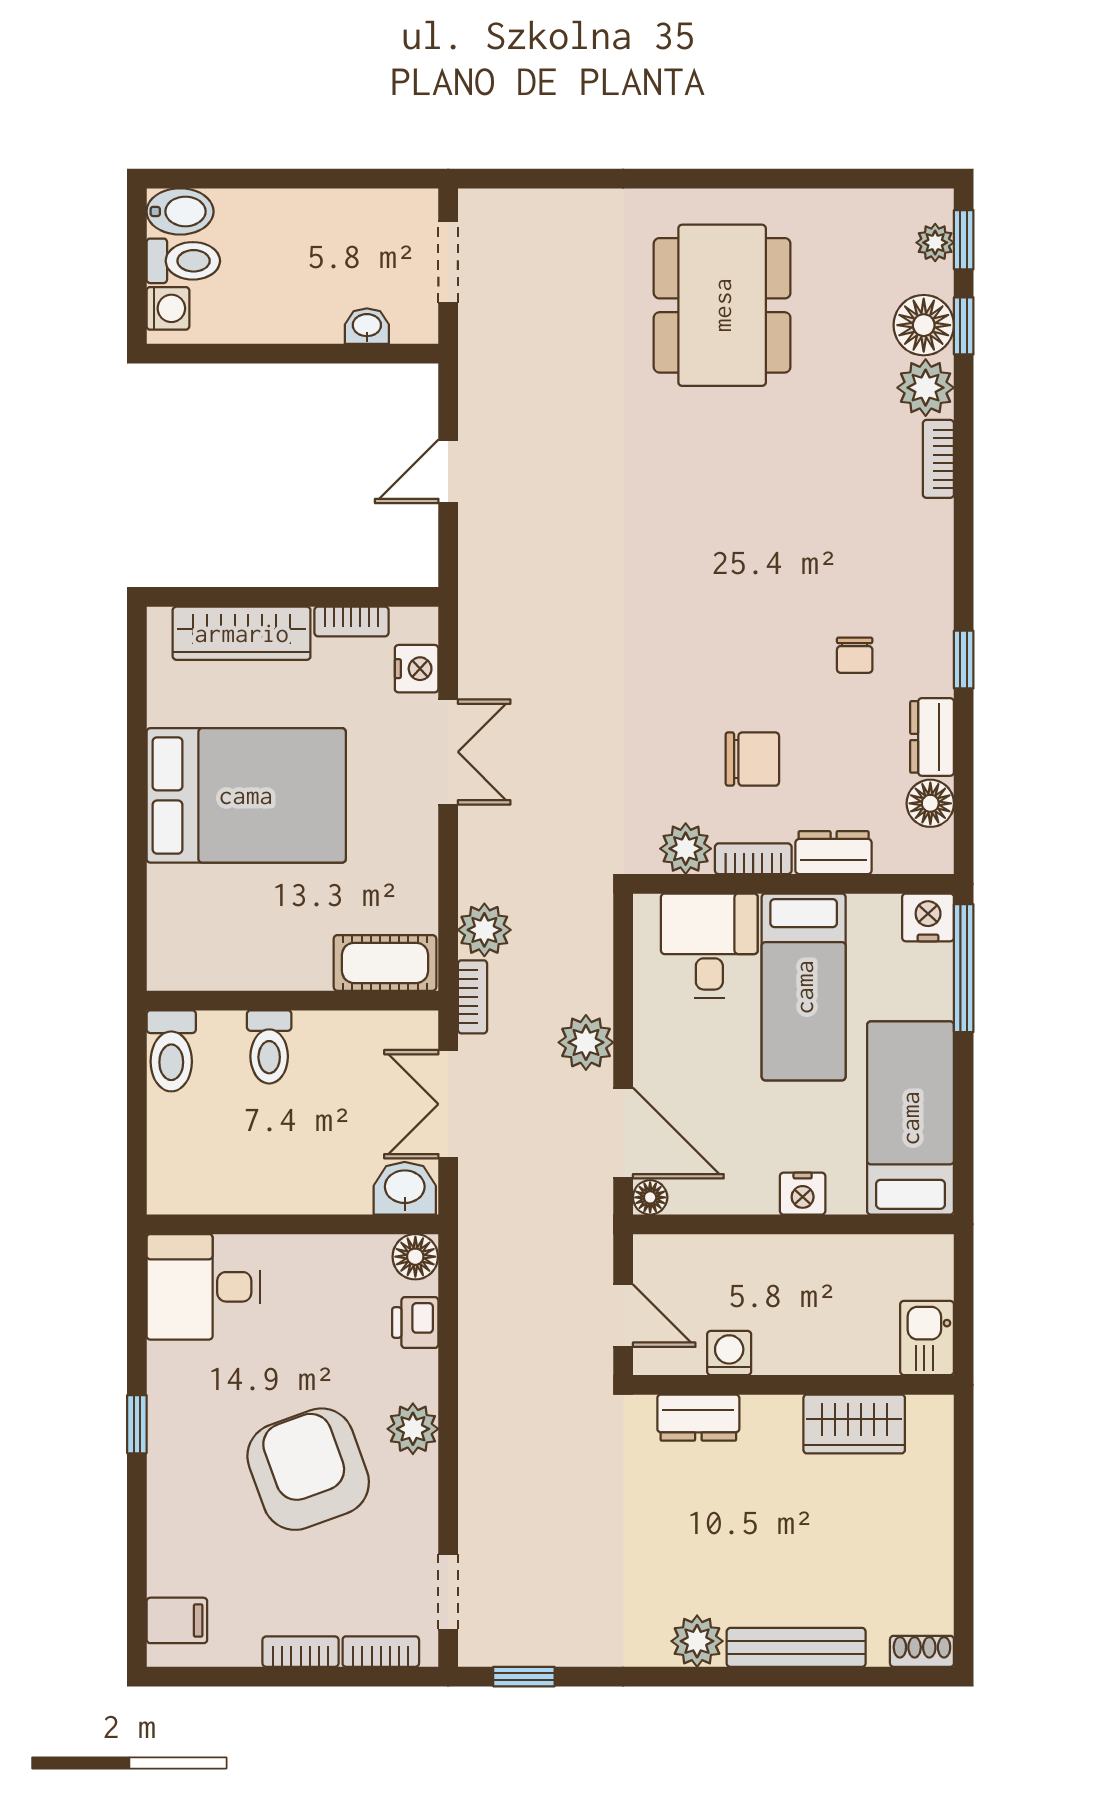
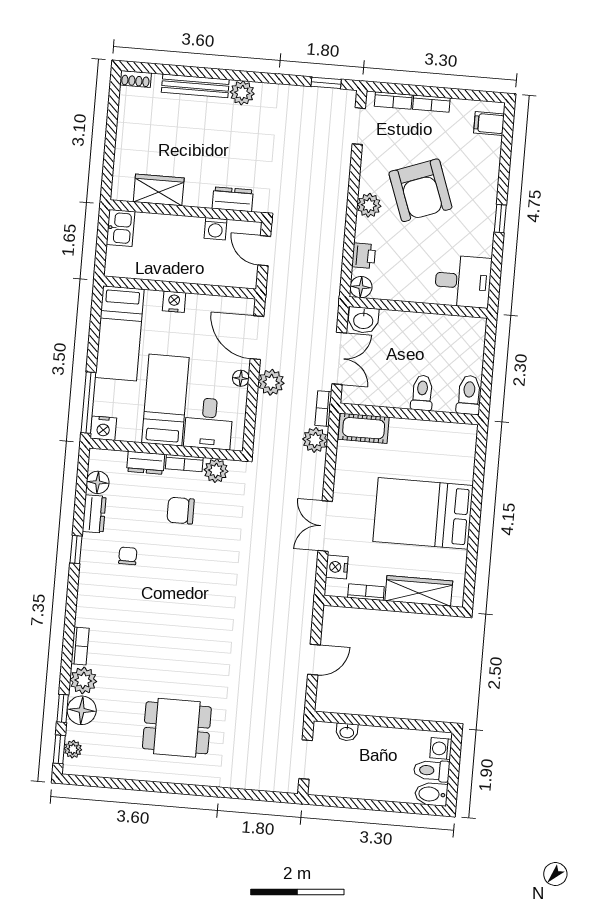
dining table: (722, 305) -> (177, 728), width x0.73
floor lamp: (650, 1197) -> (241, 378), moved

